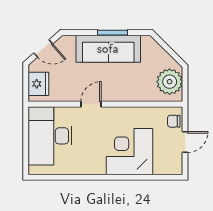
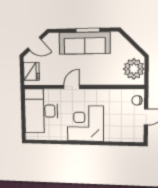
corner desk: (129, 152) -> (85, 123), moved

